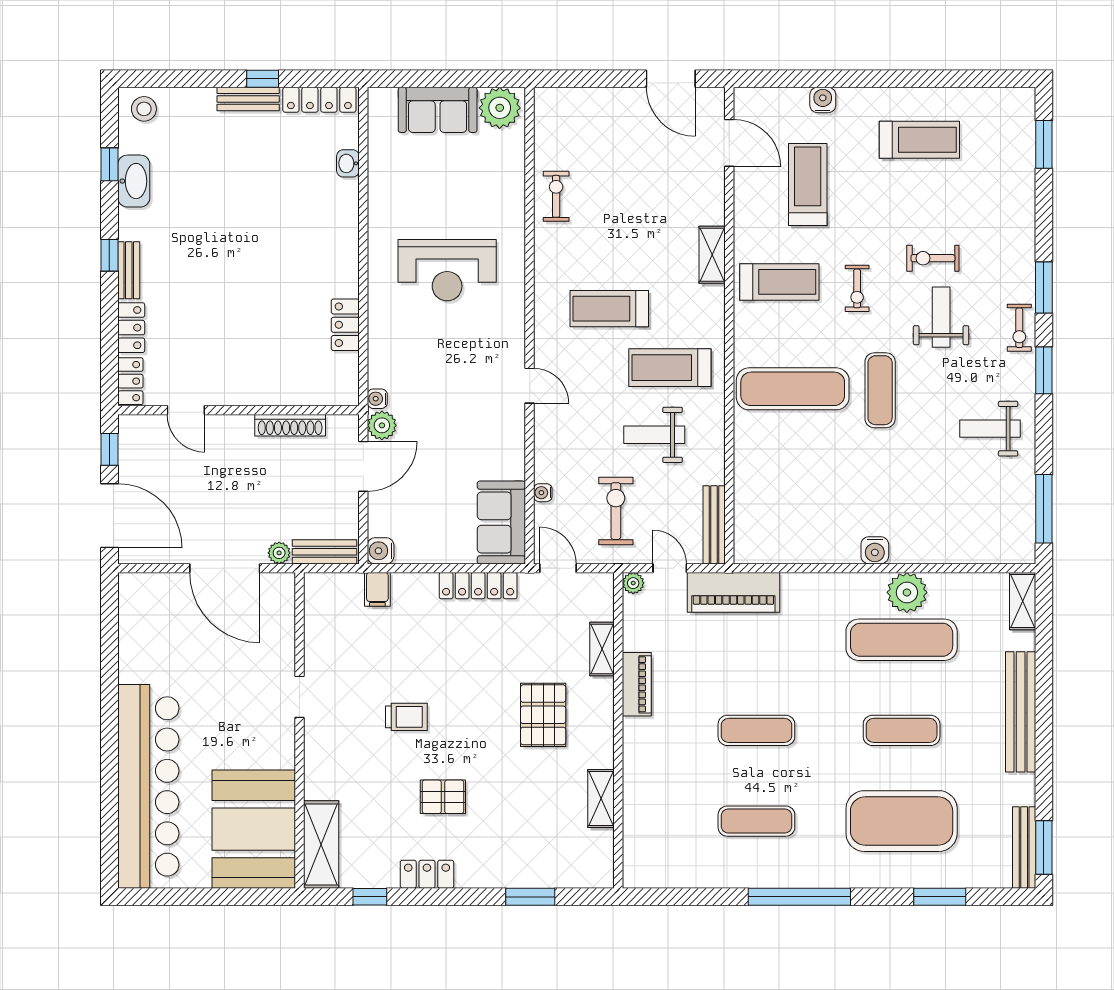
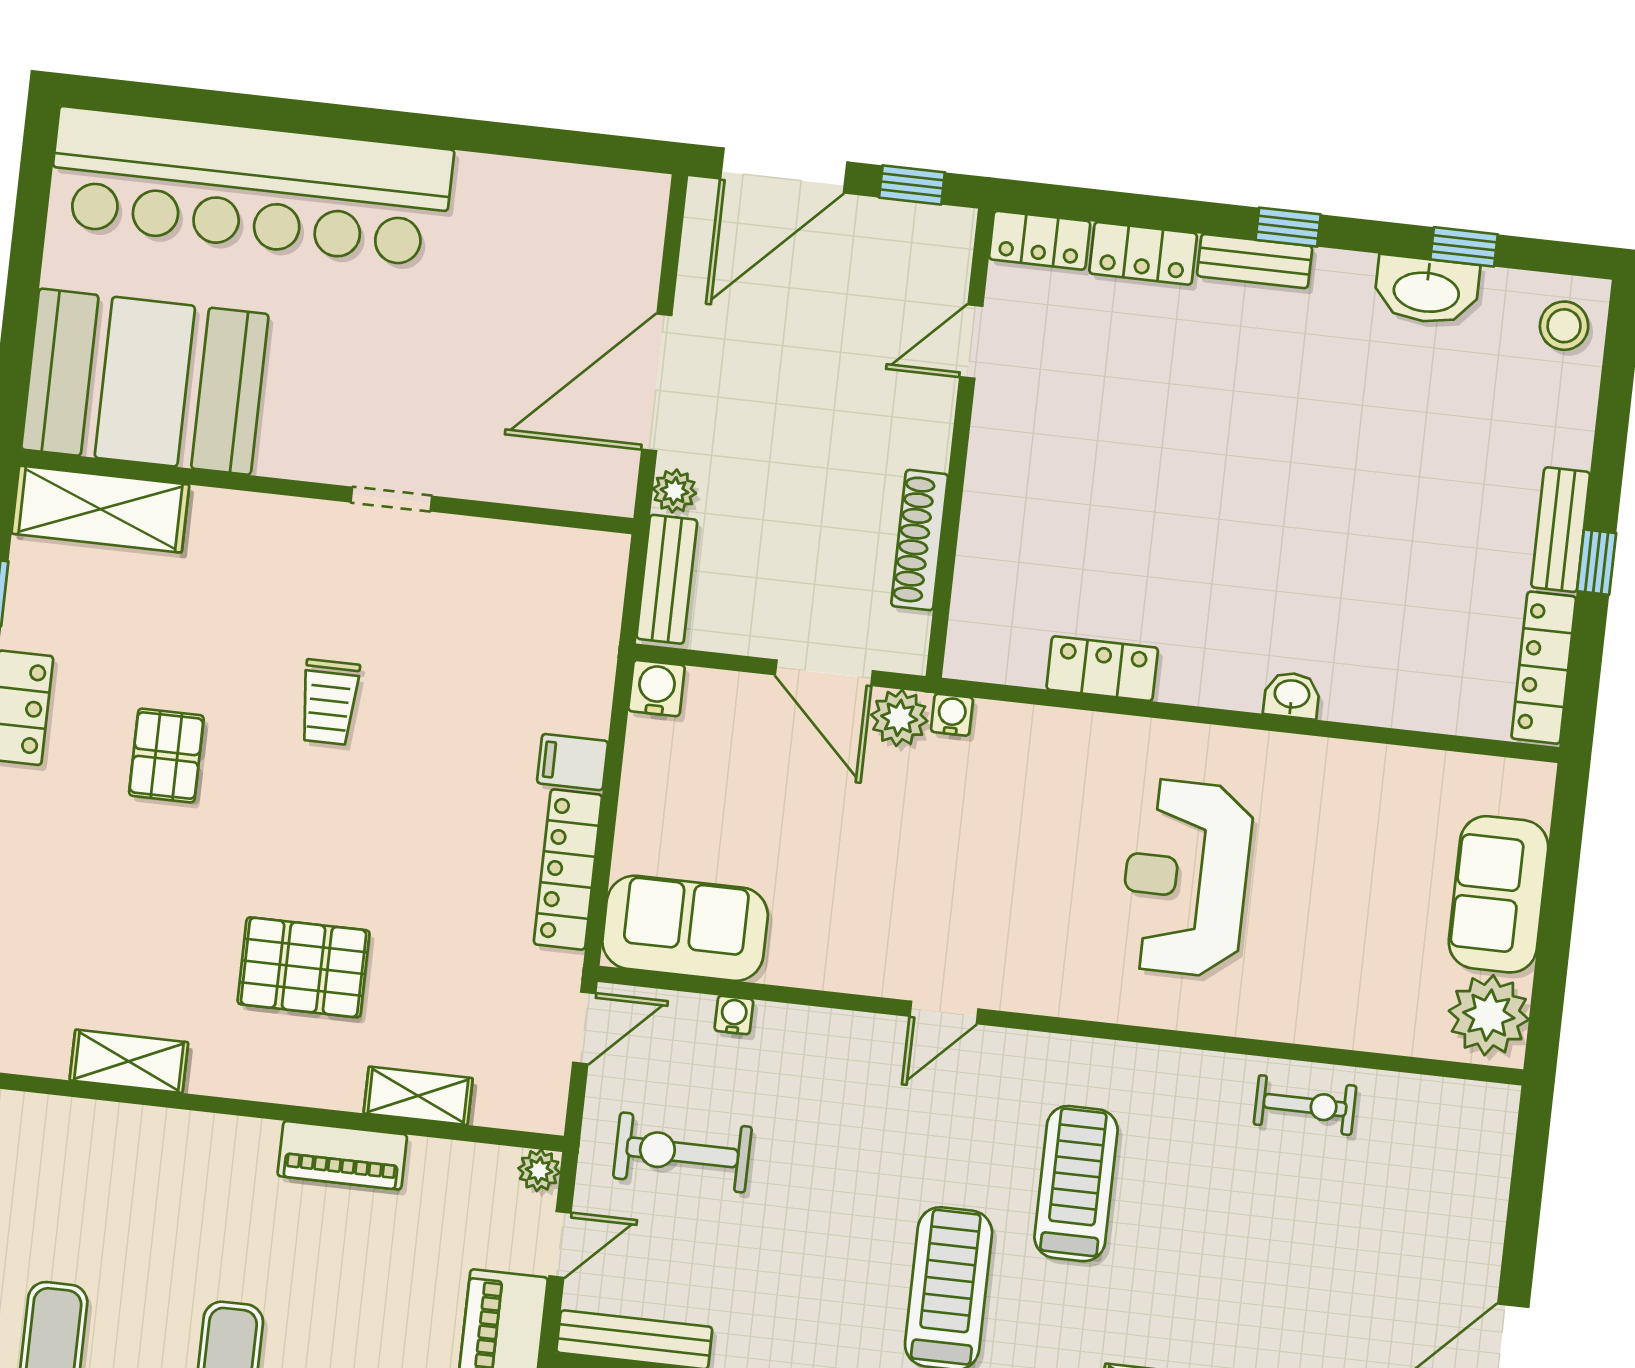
washbasin: (348, 163) -> (1292, 695), moved
weight bench: (654, 435) -> (822, 1243), removed
exercise bike: (616, 511) -> (682, 1152), turned 180
filing cabinet: (377, 589) -> (573, 762), moved

